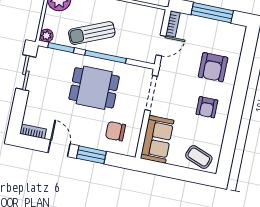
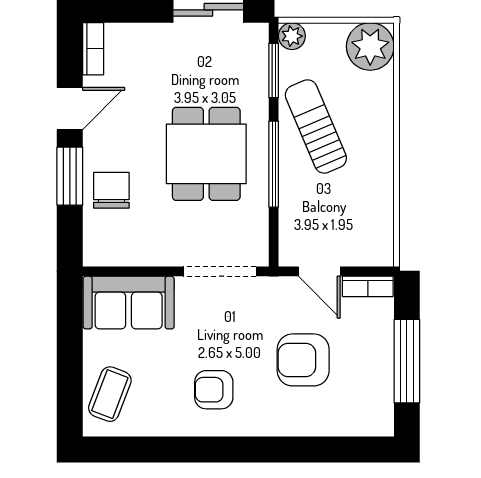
armchair: (213, 67) -> (303, 360), moved
chair: (115, 131) -> (111, 190), moved

